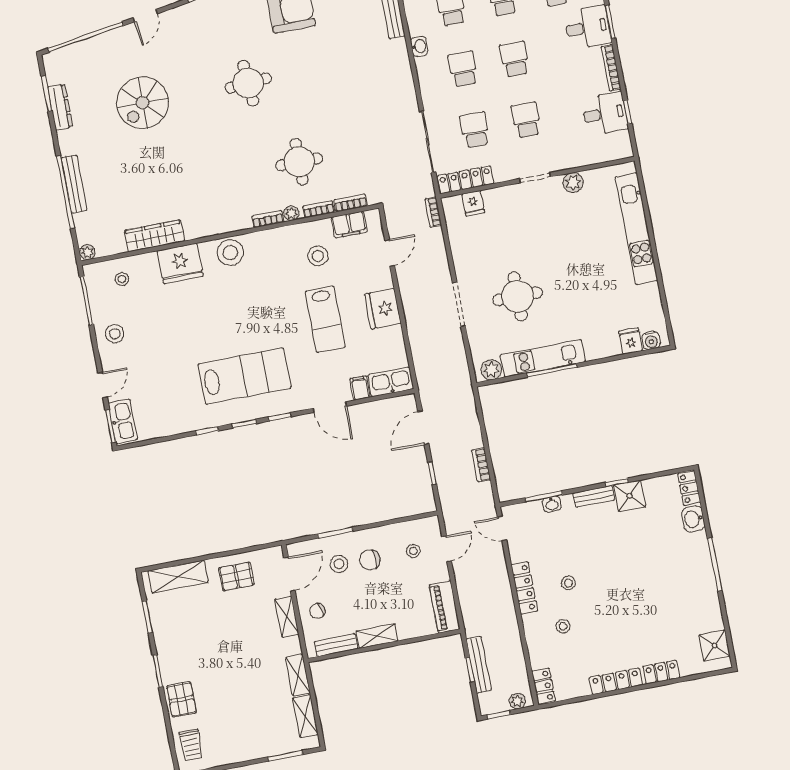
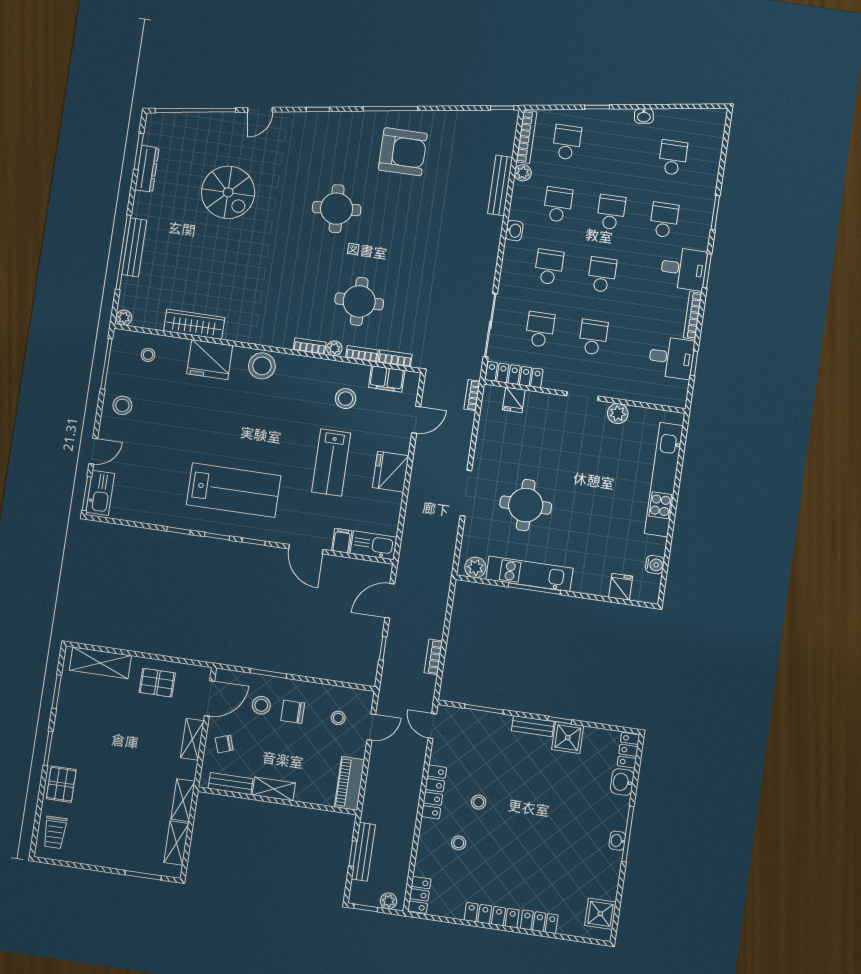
spiral stairs: (143, 103) -> (228, 192), turned -90
water cooler: (651, 340) -> (655, 565), moved, turned -90
washbasin: (552, 504) -> (617, 841), moved, turned 90

